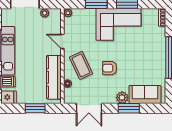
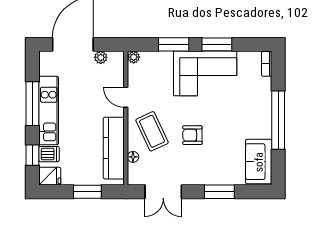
sofa: (145, 94) -> (259, 162), moved, turned -90
plant: (122, 98) -> (210, 177), removed

